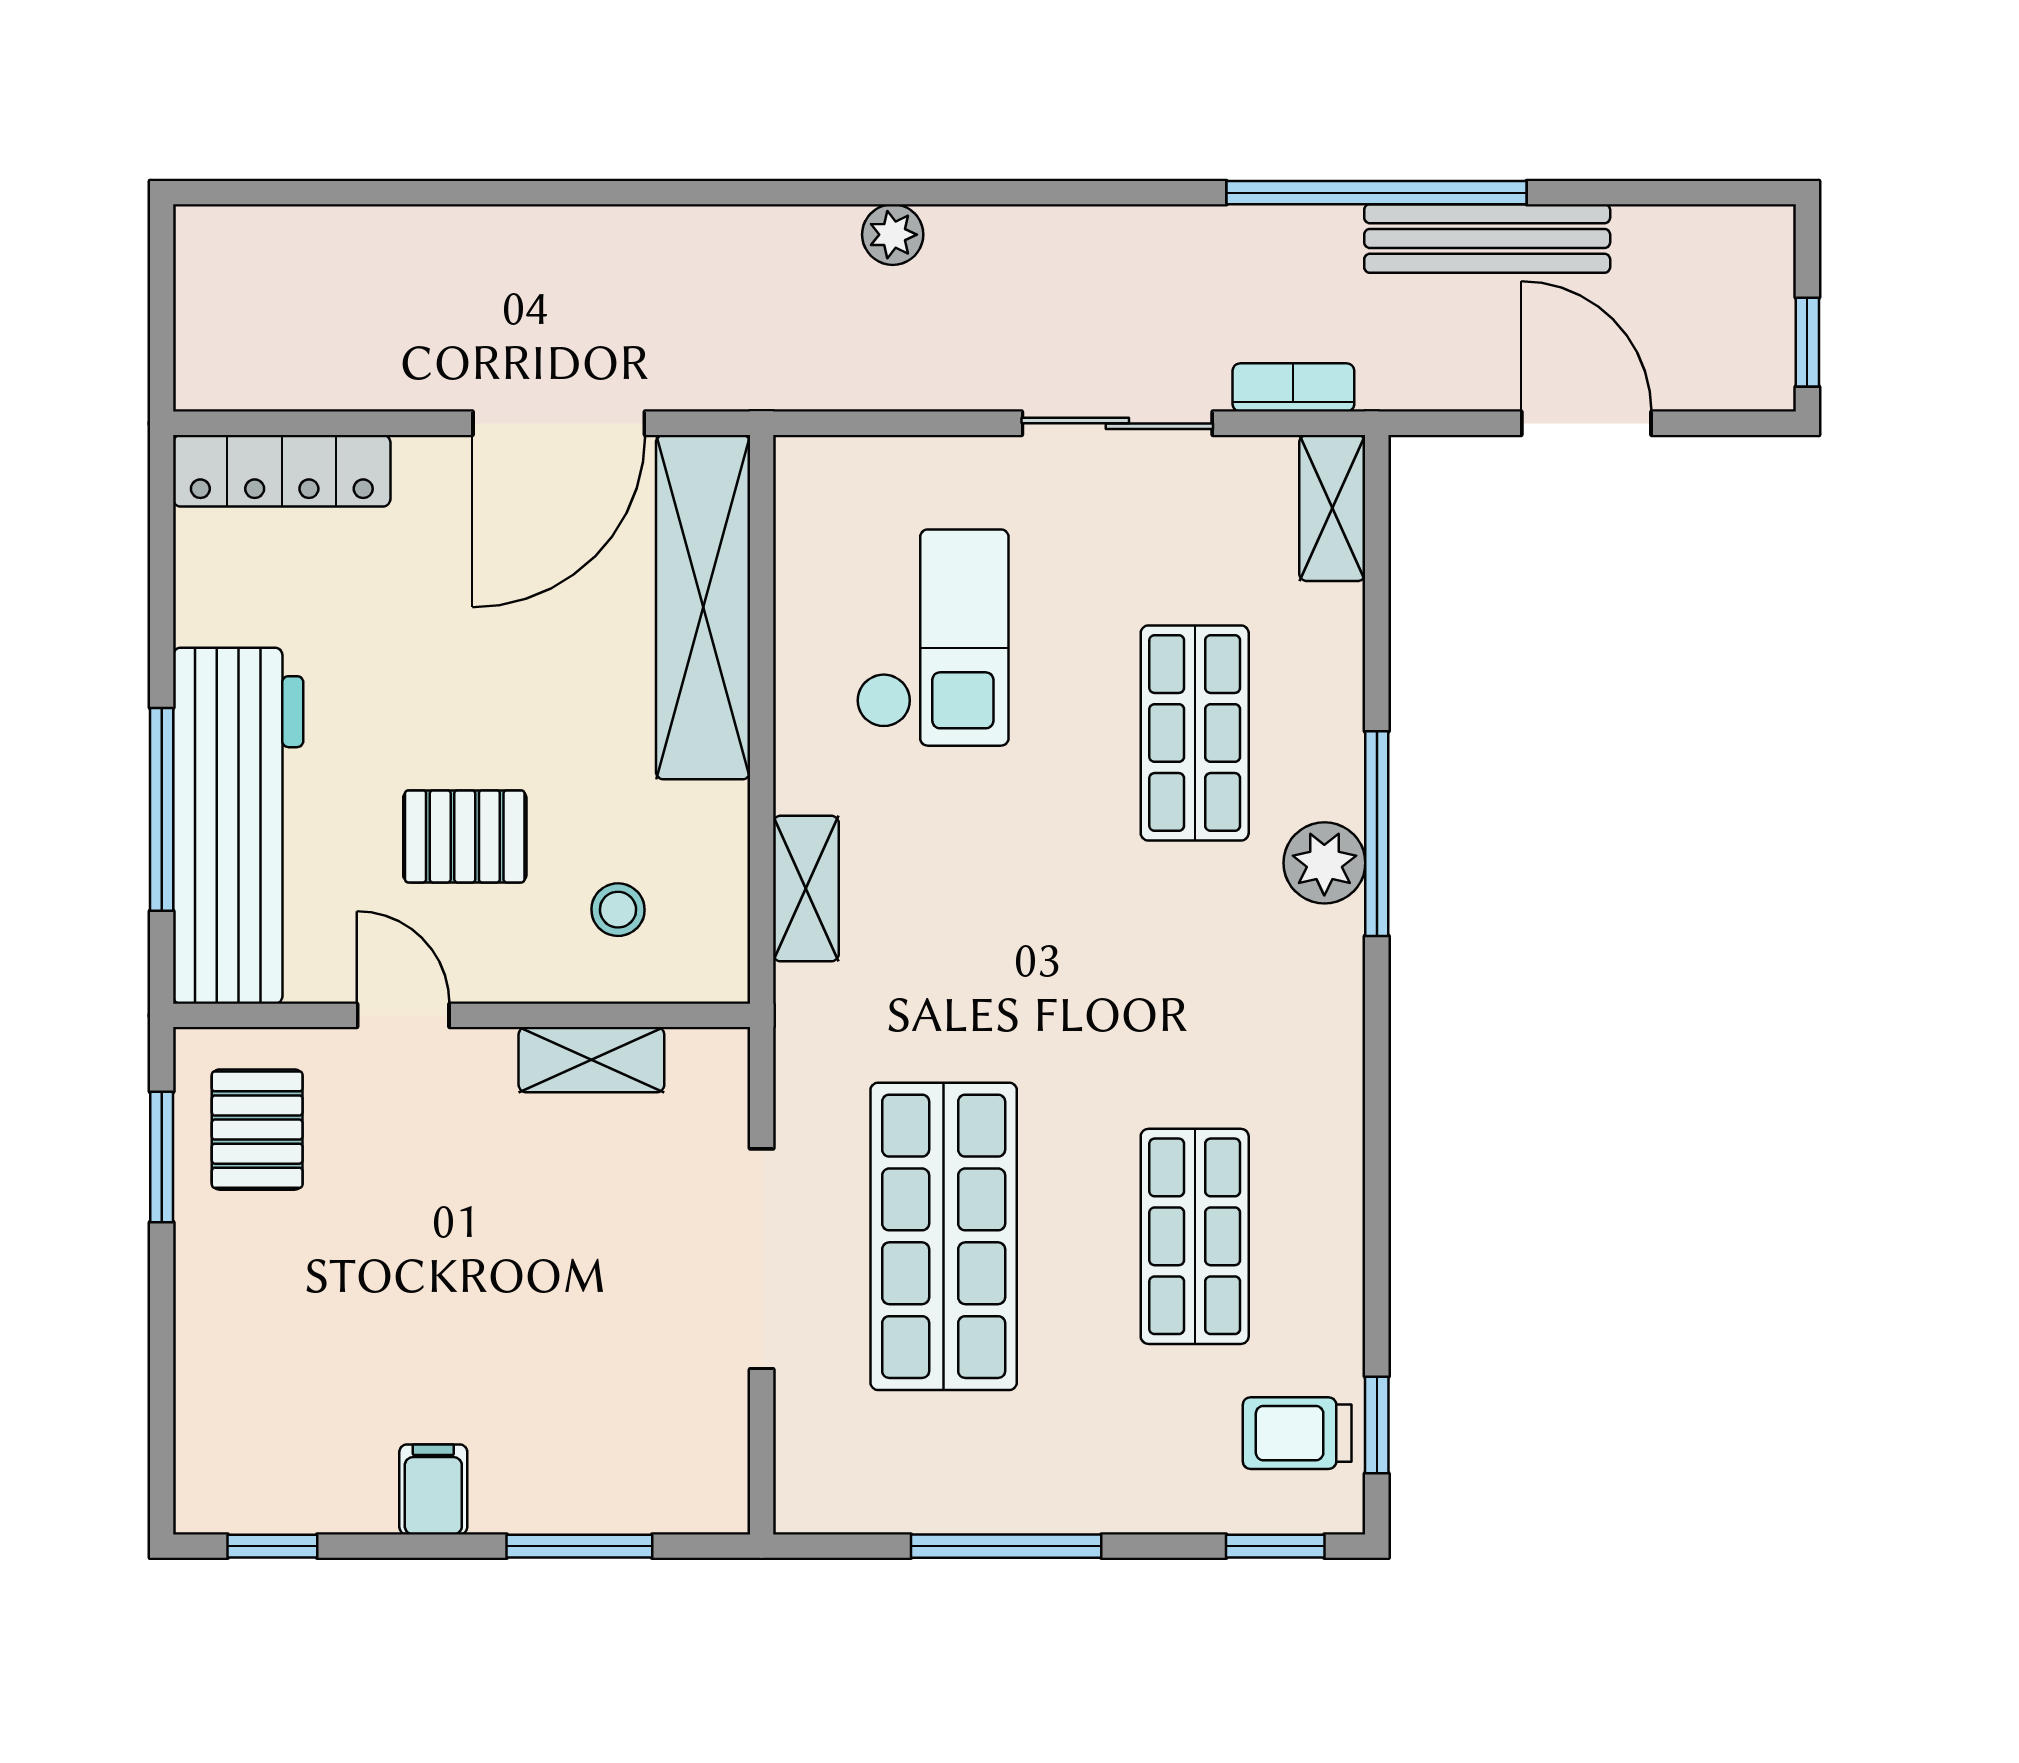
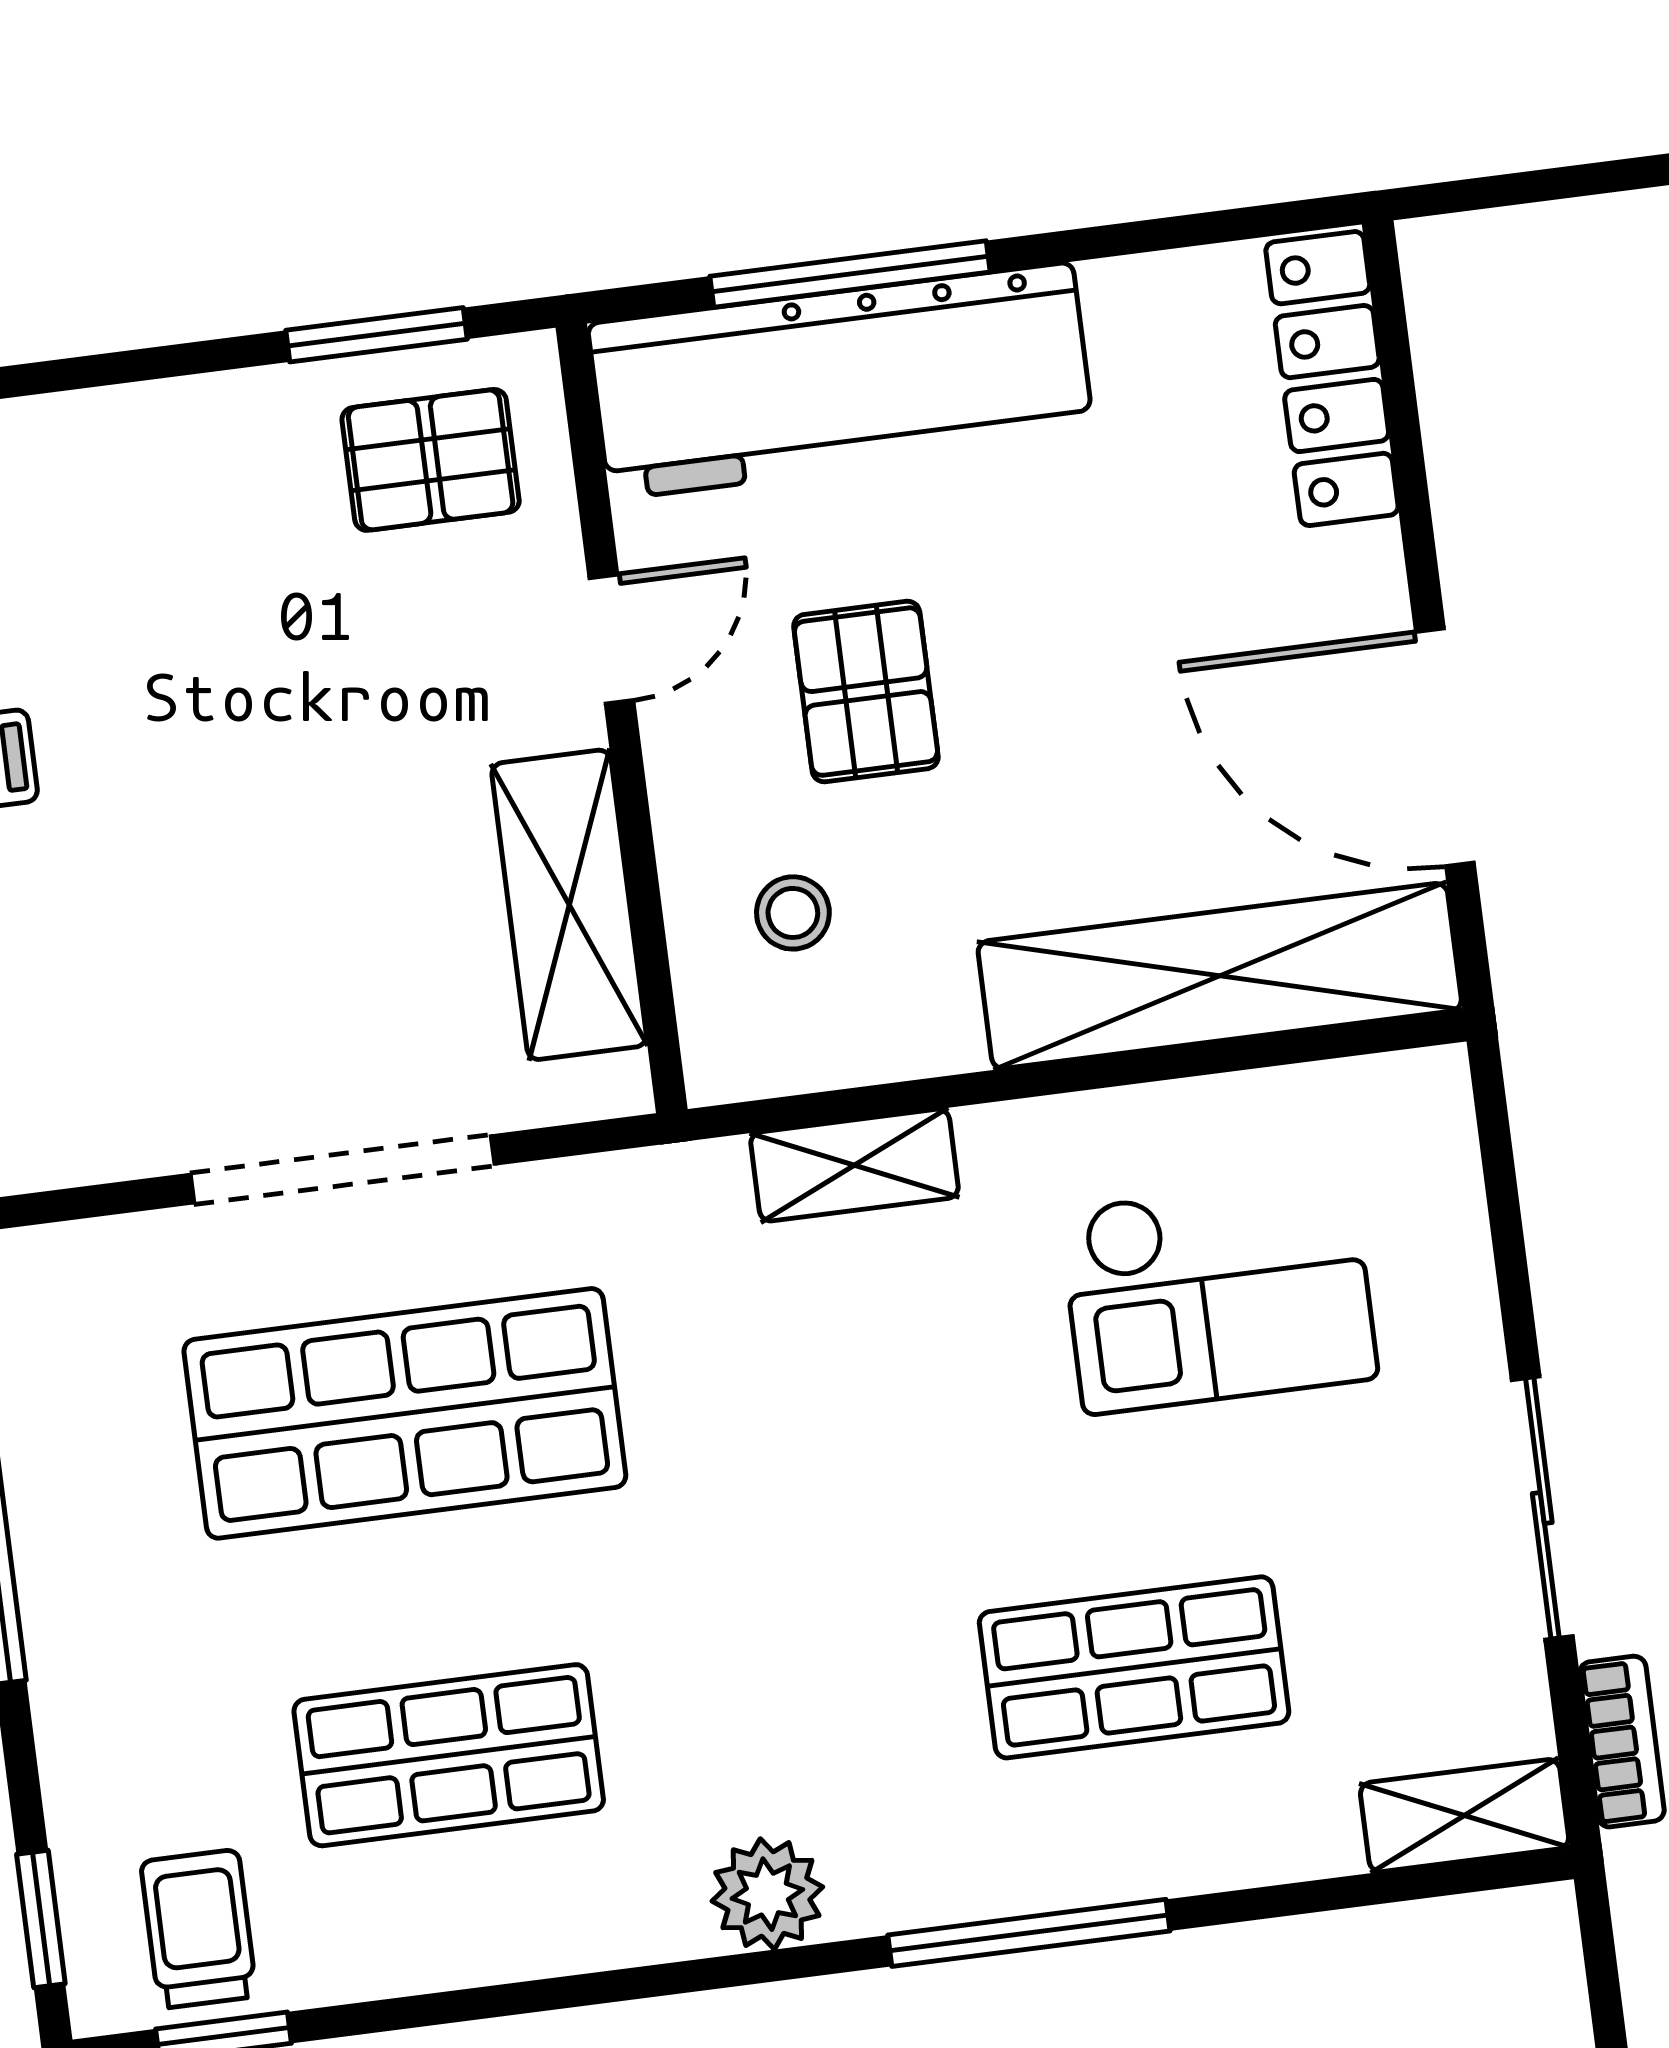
plant: (1324, 863) -> (767, 1894), moved
shelving: (591, 1060) -> (569, 905), width x1.50, depth x1.33

